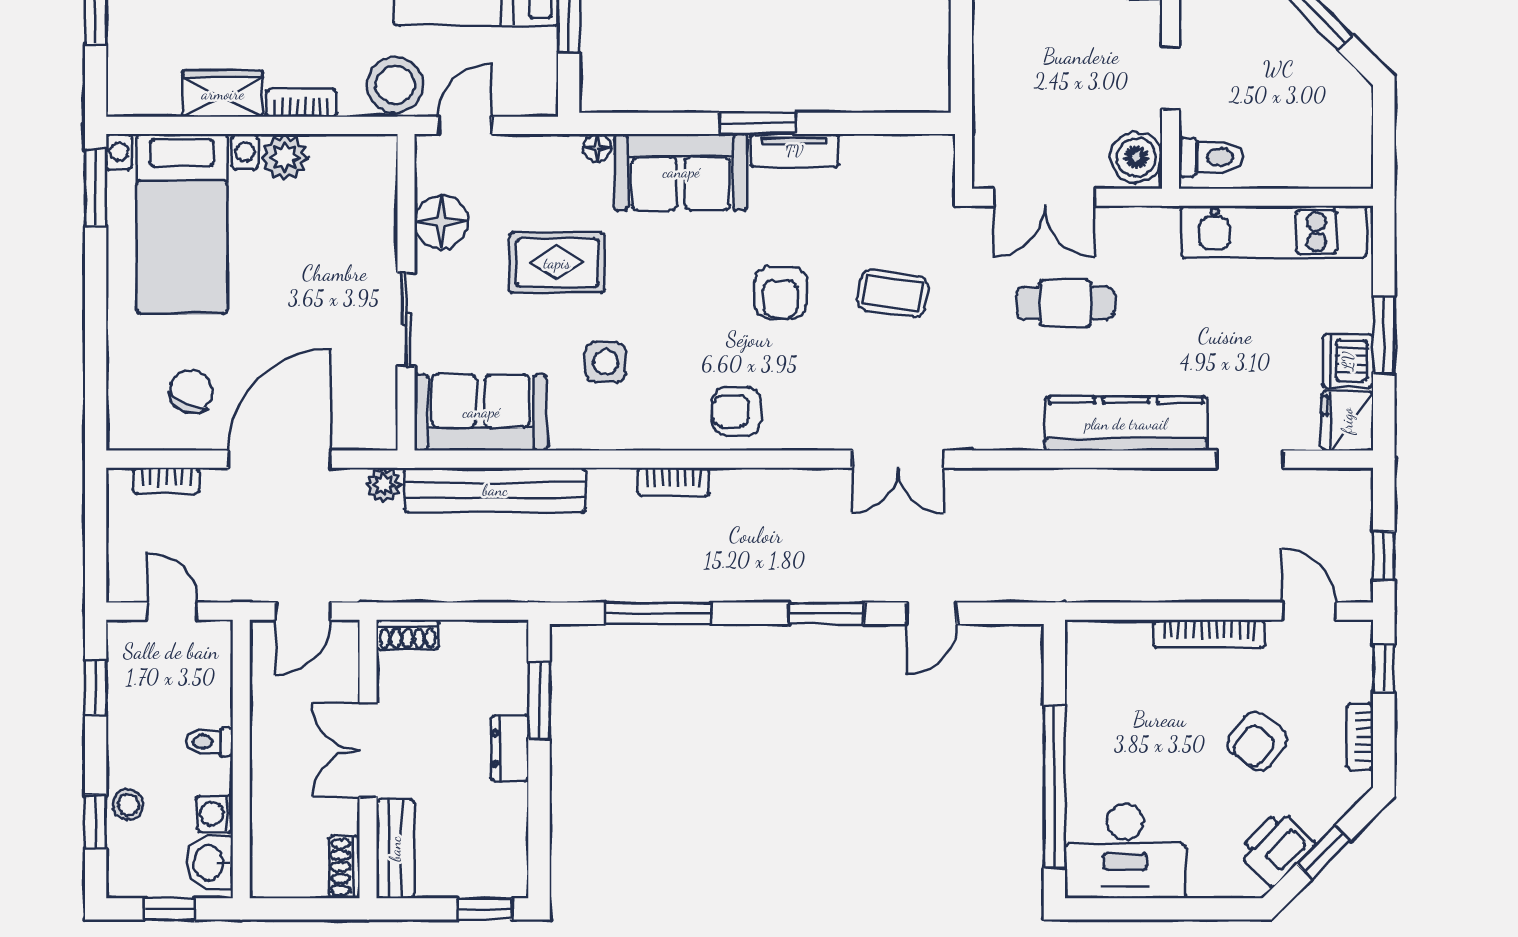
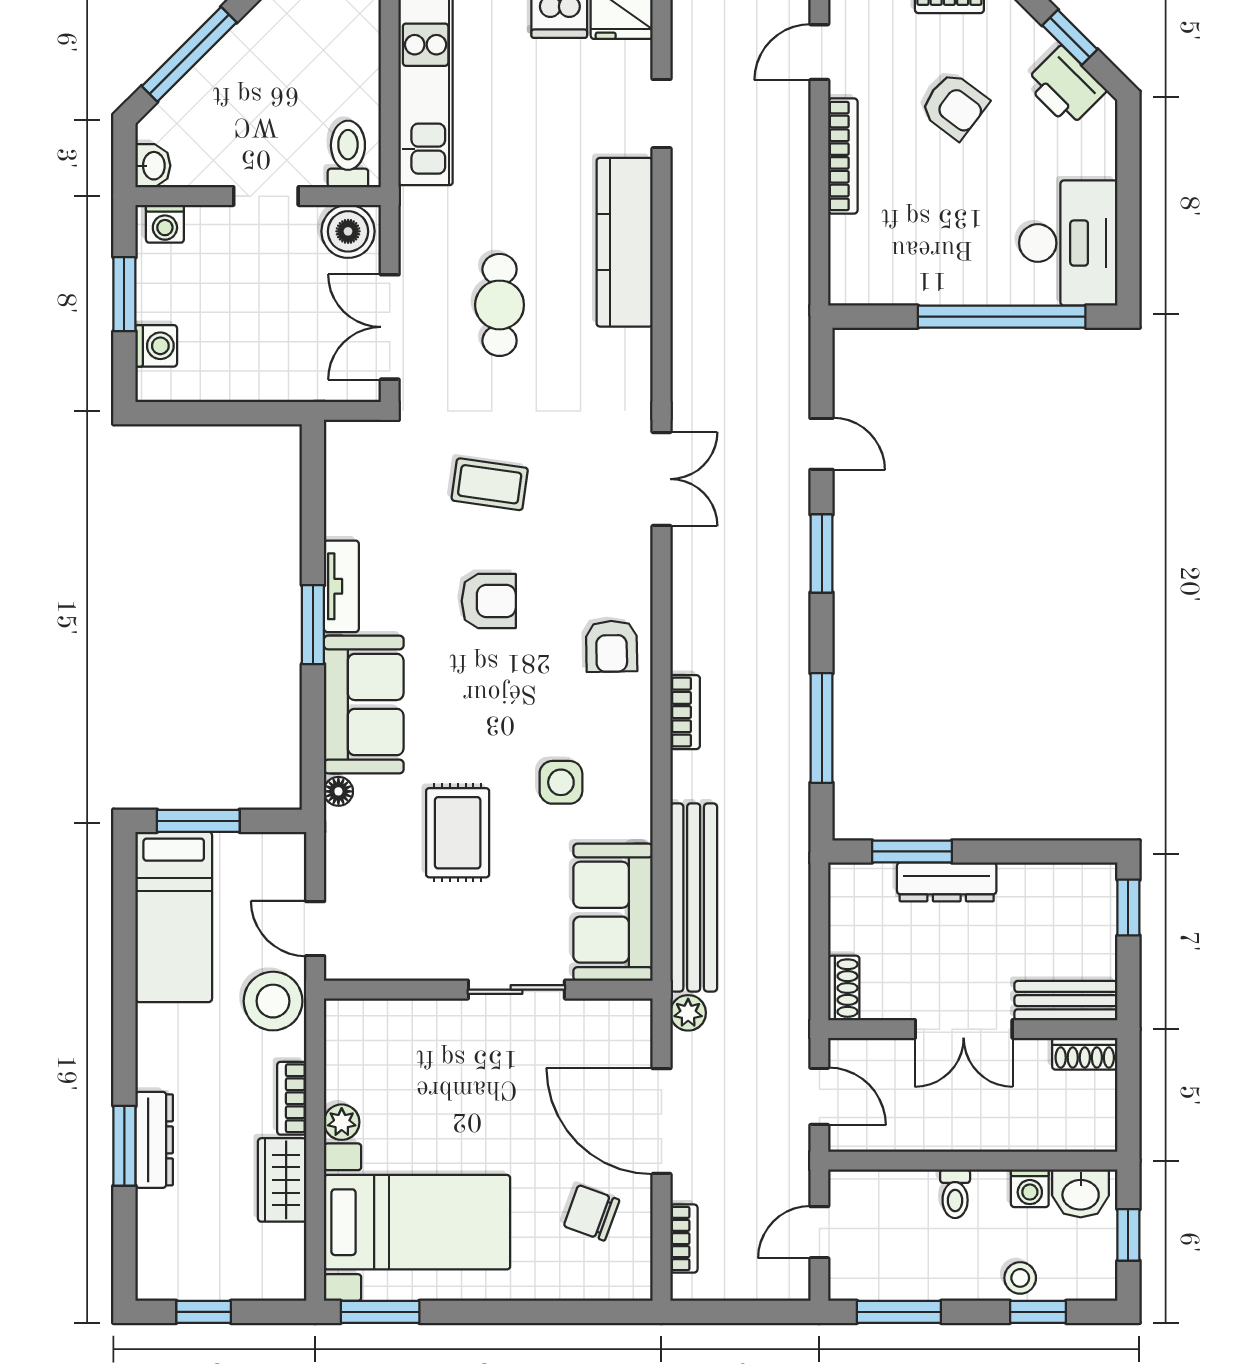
plant: (285, 157) -> (342, 1122), width x0.73, depth x0.73
double door: (1044, 197) -> (390, 327), swing flipped
floor lamp: (441, 222) -> (415, 953), removed
coffee table: (893, 294) -> (490, 484), turned 90
window: (96, 688) -> (899, 1312), width x1.50
dresser: (510, 748) -> (947, 882), width x1.44

